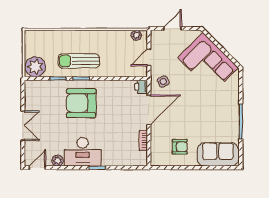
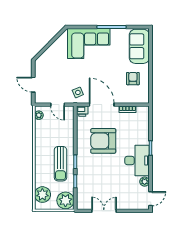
plant: (42, 40) -> (42, 195), added
corner sofa: (208, 63) -> (89, 44), moved, turned 45
armchair: (81, 103) -> (103, 141), moved, turned 90
double door: (23, 126) -> (104, 211), moved
door: (37, 168) -> (151, 199), swing flipped

